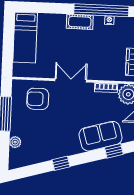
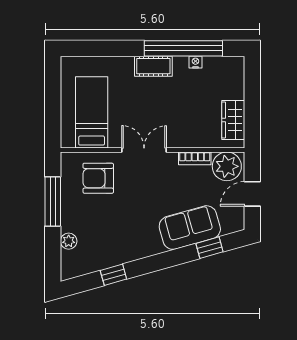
bed: (25, 38) -> (92, 112), moved, turned 180
window: (61, 163) -> (113, 275), moved

